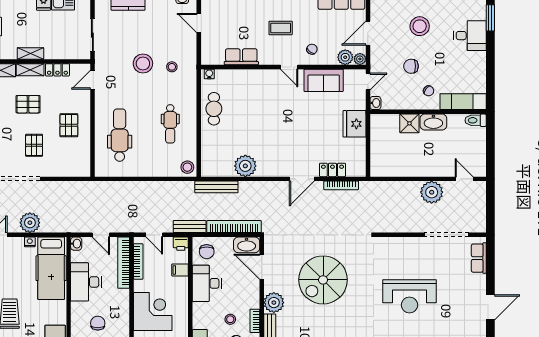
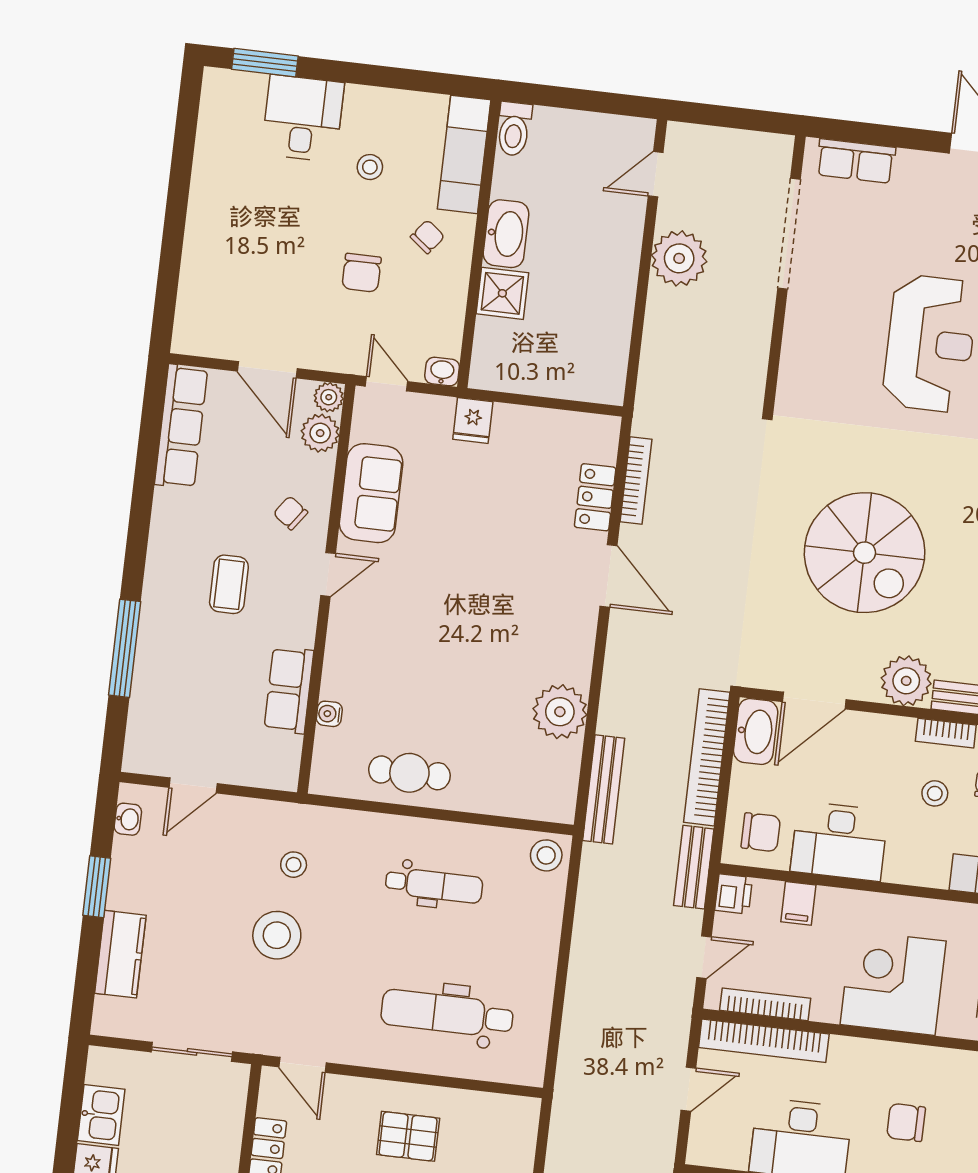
stool: (420, 26) -> (370, 167), moved, width x0.53, depth x0.53
water cooler: (209, 74) -> (329, 714), moved
fridge: (354, 124) -> (473, 420), width x0.53, depth x0.75
washbasin: (76, 244) -> (703, 1153), removed

